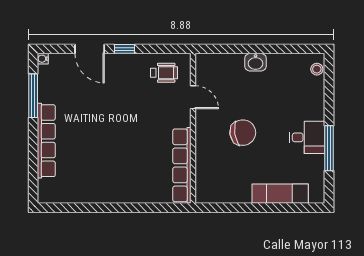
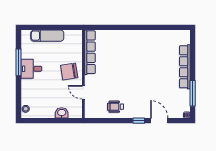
door: (193, 97) -> (83, 92), moved
wall: (193, 128) -> (83, 74), moved
row of seats: (182, 165) -> (90, 52), moved

